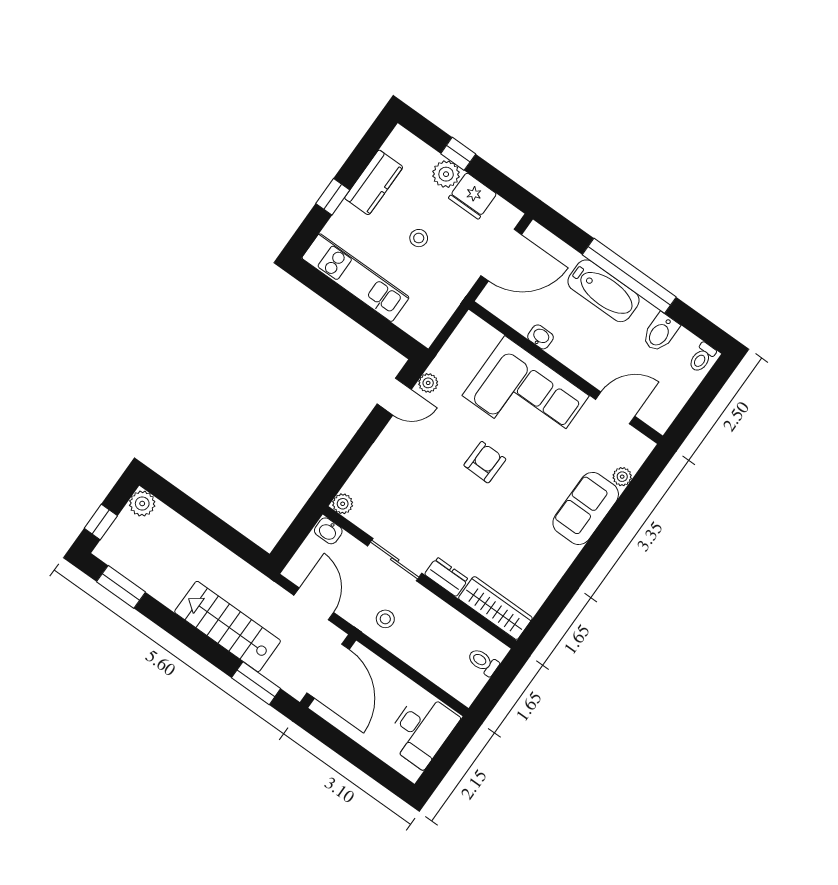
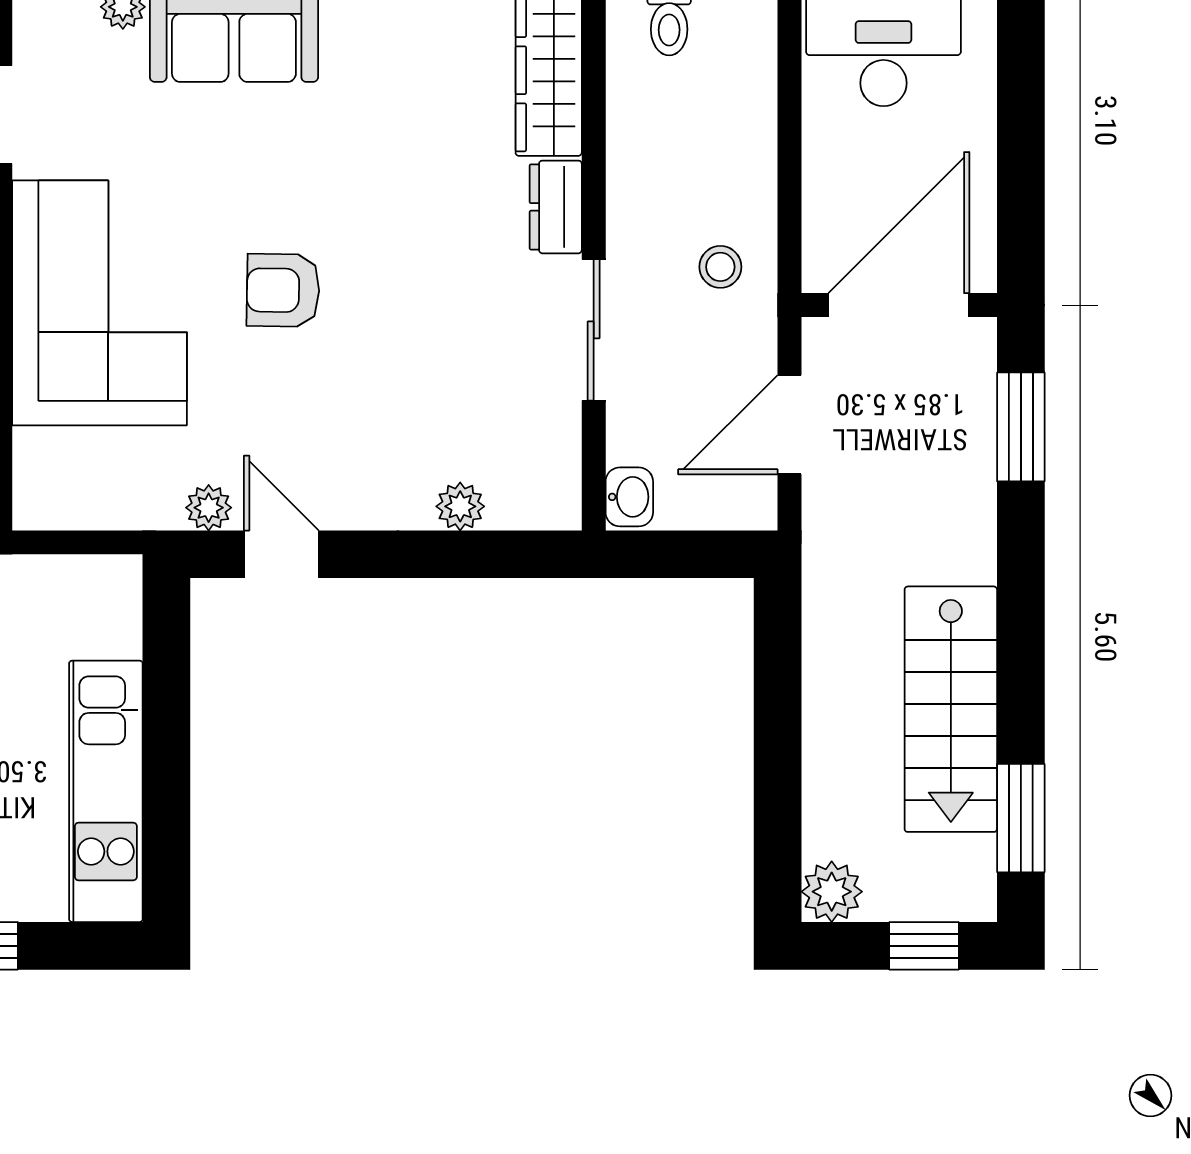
plant: (343, 504) -> (460, 506), moved
stairs: (228, 626) -> (951, 709), moved

